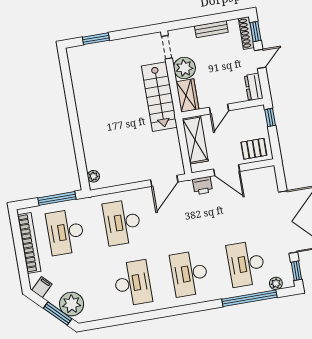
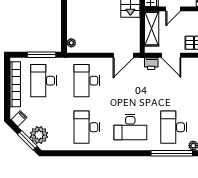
desk: (189, 273) -> (130, 127), turned -90
desk: (133, 283) -> (87, 127), turned 180

